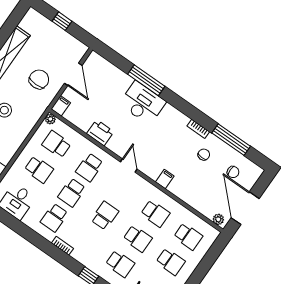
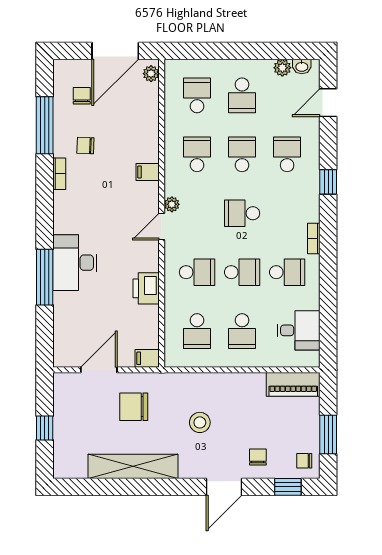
plant: (50, 119) -> (172, 204), moved
school desk: (39, 169) -> (242, 331), turned 180
school desk: (171, 262) -> (242, 95), turned 180

